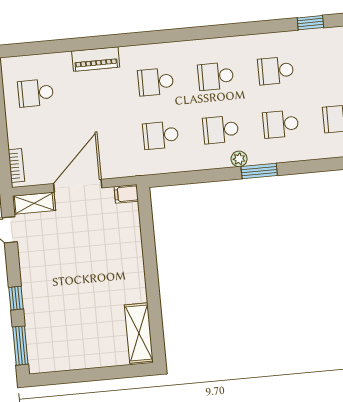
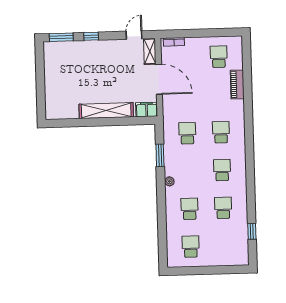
piano: (96, 59) -> (237, 85), moved
school desk: (221, 130) -> (188, 171), removed
window: (259, 171) -> (160, 155), moved
filing cabinet: (126, 194) -> (147, 110), width x2.00
shelving: (139, 333) -> (106, 111), moved, width x1.47

